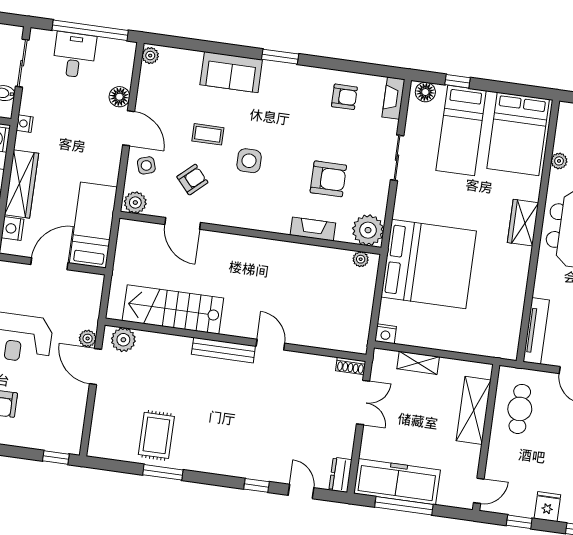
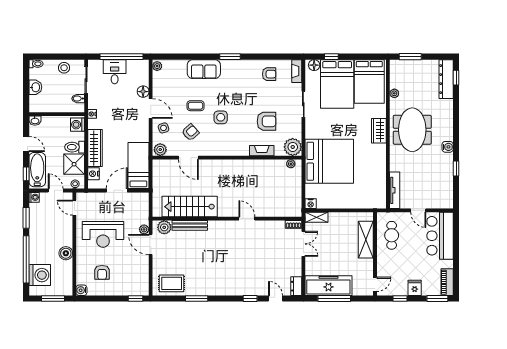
bed: (461, 130) -> (337, 84), width x1.50
bench: (223, 350) -> (190, 225), moved
shelving: (418, 363) -> (317, 217), moved
rug: (156, 435) -> (172, 283), moved, turned 90

